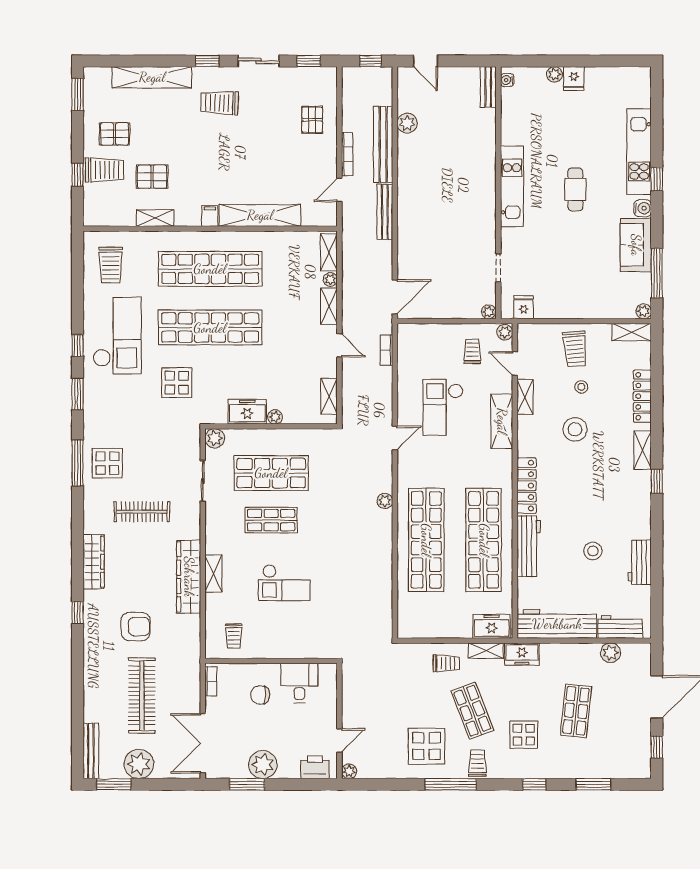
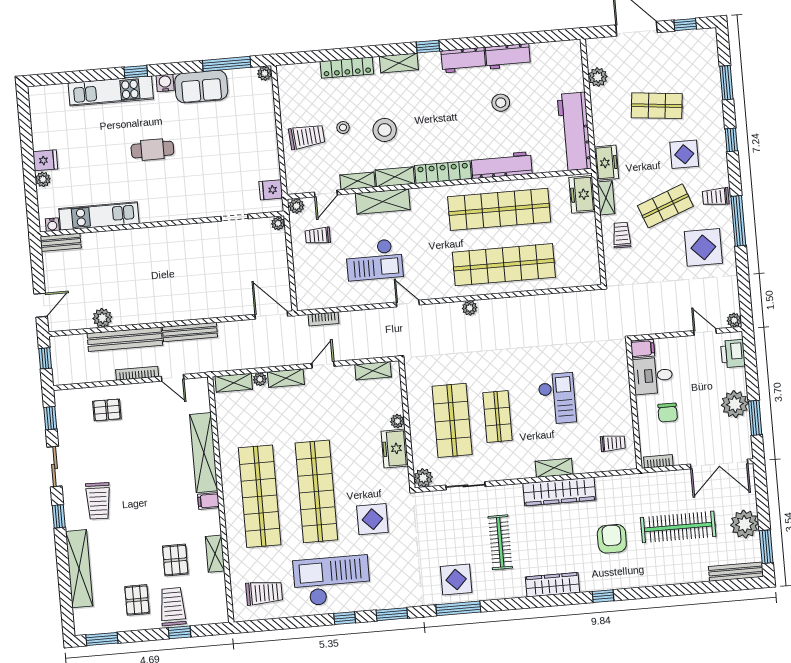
kitchen unit: (512, 186) -> (99, 216), moved
shelving: (632, 332) -> (395, 177), moved, turned 90
workbench: (620, 627) -> (463, 60), moved, turned -90
filing cabinet: (328, 675) -> (643, 349), added

